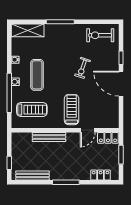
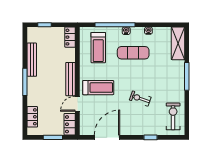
door: (121, 84) -> (107, 137), moved
door: (88, 130) -> (77, 104), hinge flipped
bench: (49, 137) -> (71, 79), moved
locker: (21, 138) -> (70, 37), added
bench: (33, 175) -> (32, 60), moved

